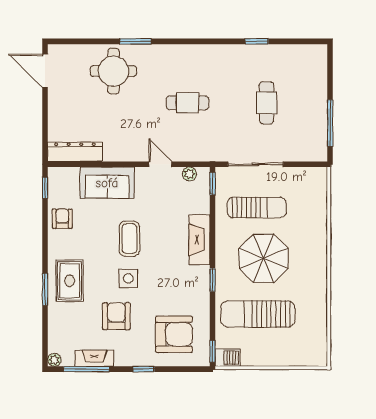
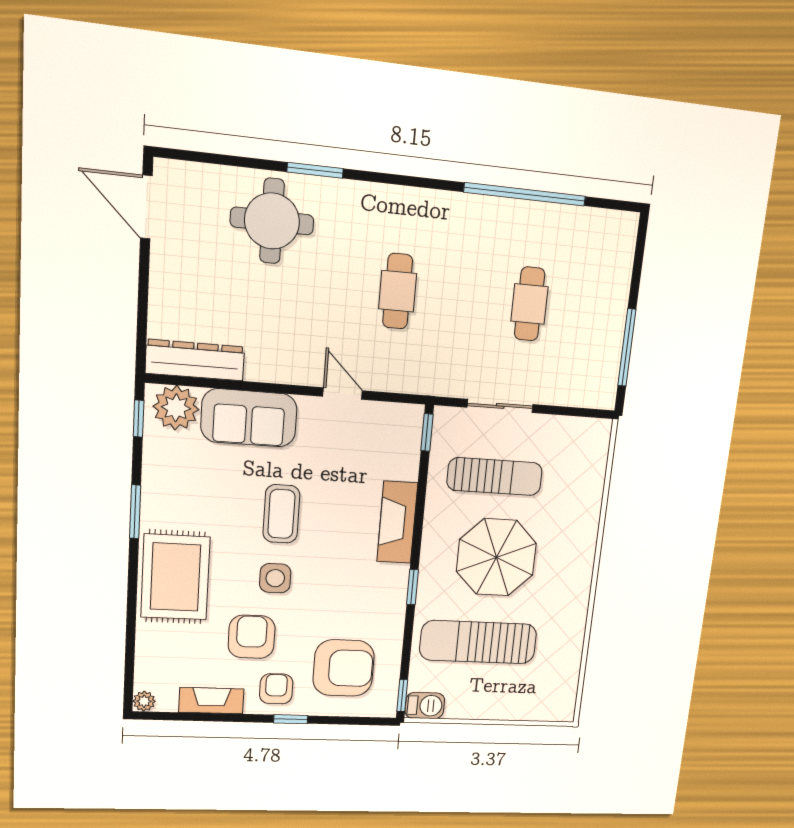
window: (257, 41) -> (525, 194), width x3.17
cafe table: (188, 103) -> (398, 291), turned 90
sliding door: (255, 164) -> (500, 406), width x0.73
plant: (189, 174) -> (176, 408), moved, width x1.88, depth x1.88
armchair: (62, 219) -> (276, 689), moved
rug: (70, 281) -> (175, 577), width x1.36, depth x1.43
window: (45, 289) -> (135, 512), moved
window: (86, 369) -> (197, 717), removed

